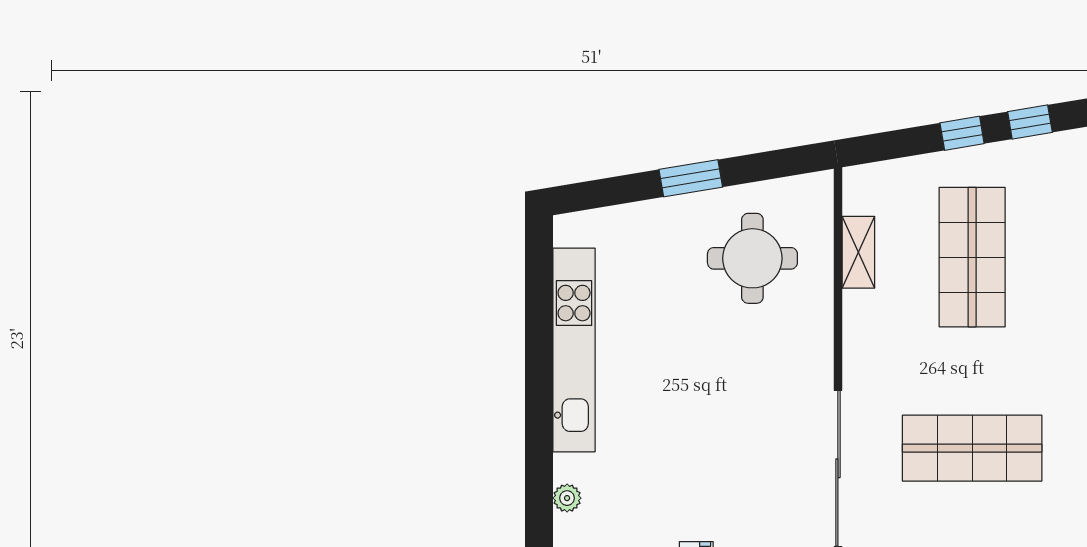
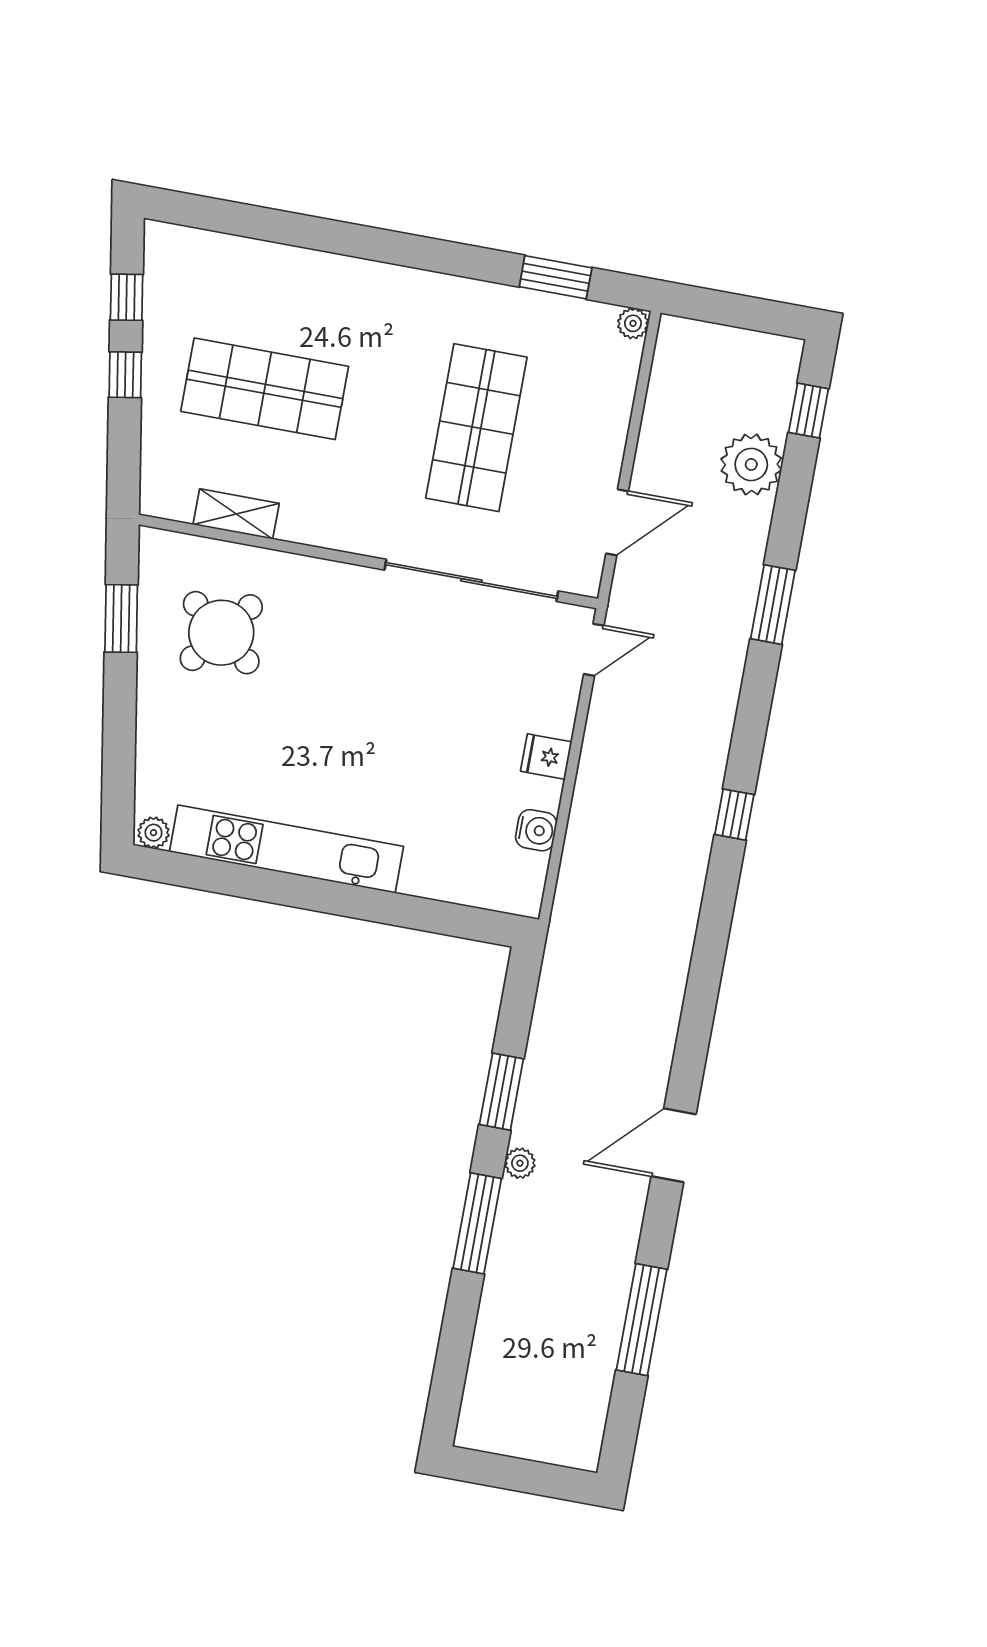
window: (691, 178) -> (121, 619), moved
round table: (752, 258) -> (221, 633), turned 38
plant: (567, 498) -> (154, 833), moved

